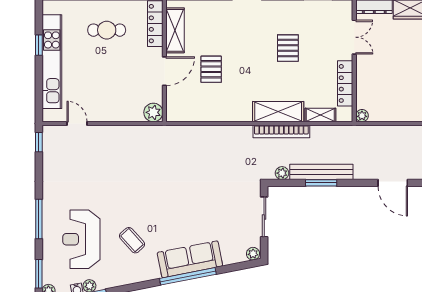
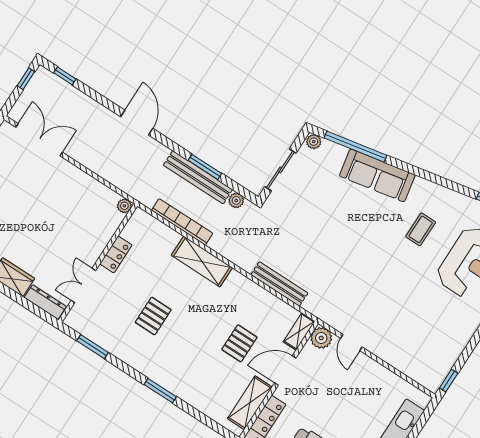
locker: (345, 83) -> (116, 254), width x0.66
shelving: (320, 115) -> (299, 331), moved, turned 90
door: (77, 123) -> (351, 343), moved
bookcase: (281, 131) -> (182, 222), moved
bench: (210, 132) -> (279, 284), added
coffee table: (132, 240) -> (421, 229), turned 42
window: (188, 276) -> (356, 147), moved

